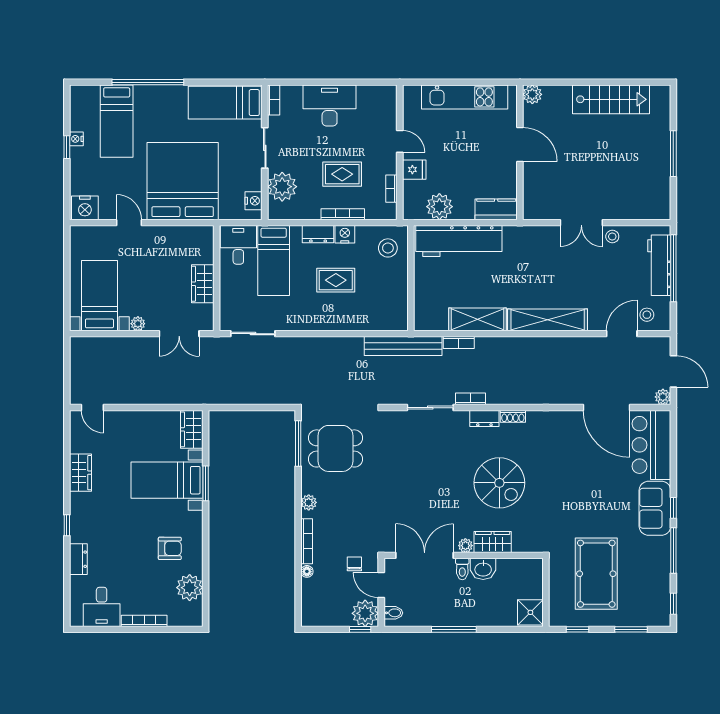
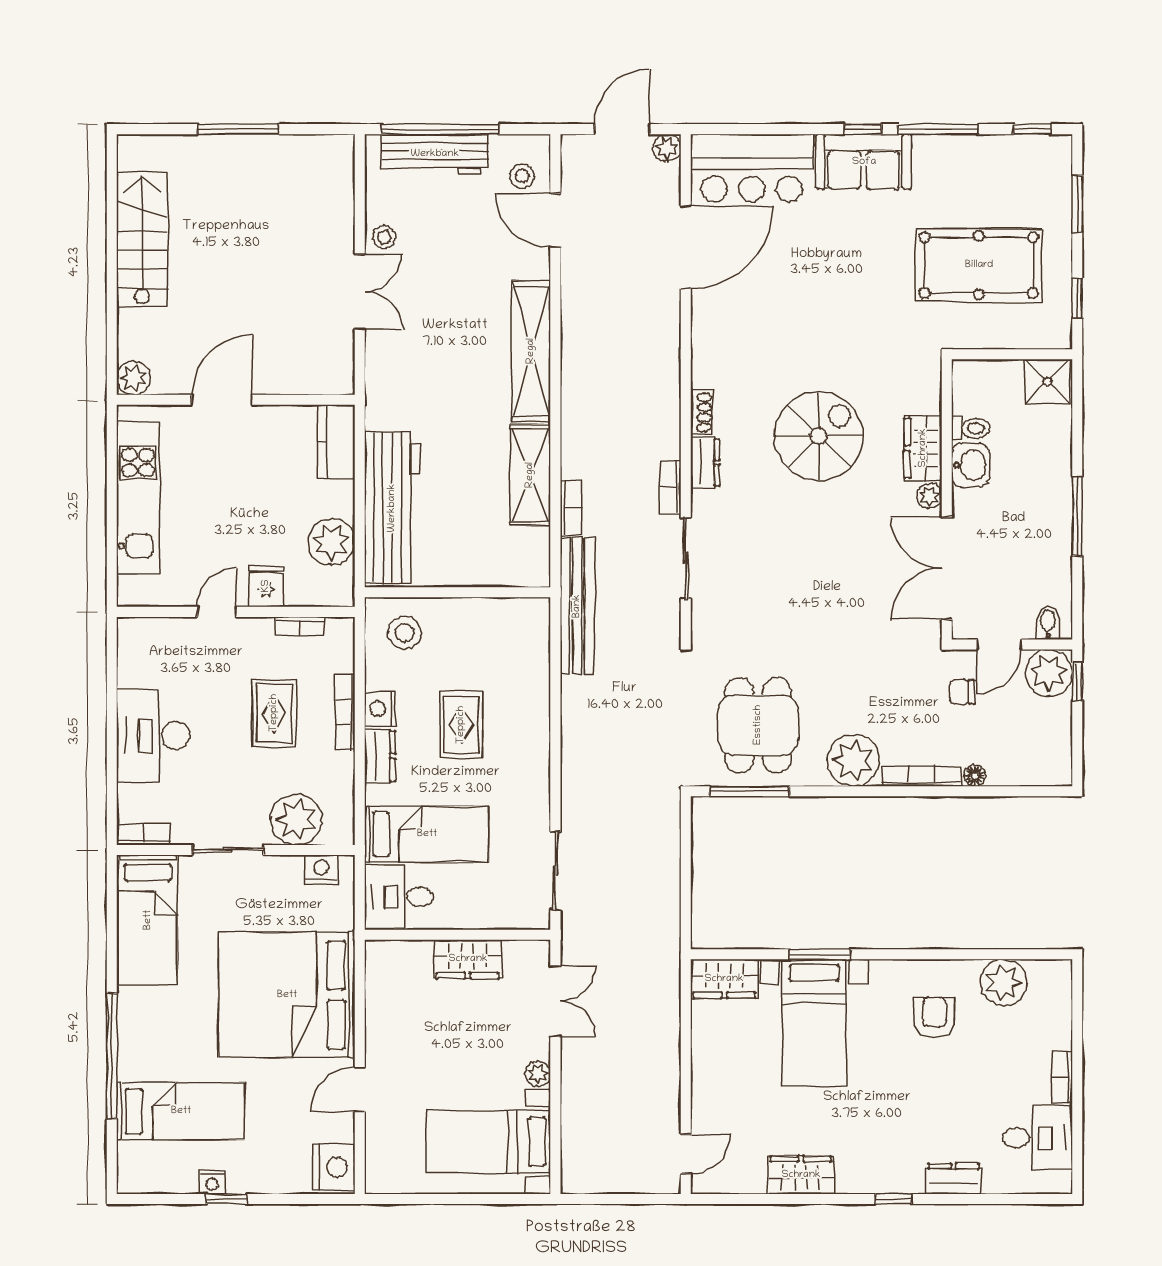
plant: (309, 502) -> (853, 760), width x1.87, depth x1.87
toilet: (462, 569) -> (971, 428), moved
bookcase: (144, 621) -> (1062, 1077), width x0.64

